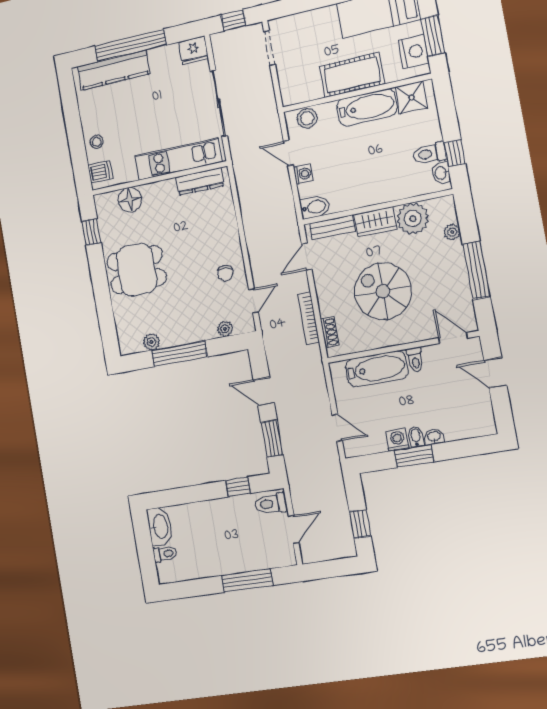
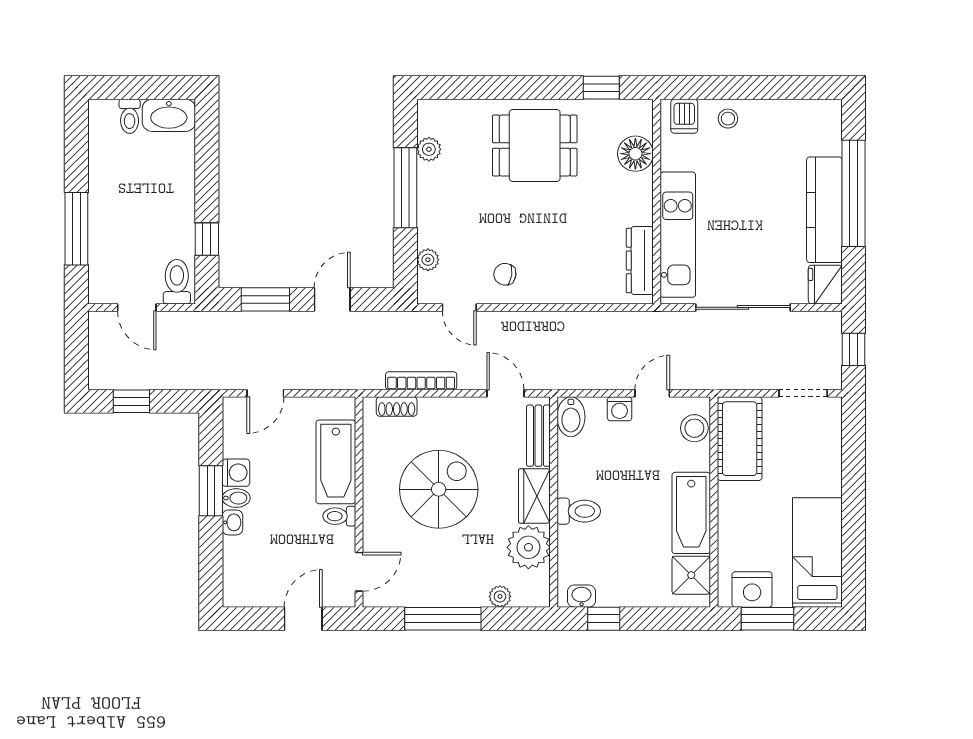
kitchen counter: (114, 70) -> (824, 210), moved
cot: (352, 75) -> (740, 439), moved
toilet: (430, 153) -> (579, 511), moved, turned 90
dining table: (137, 270) -> (535, 146), turned 90

